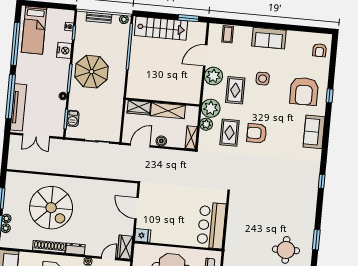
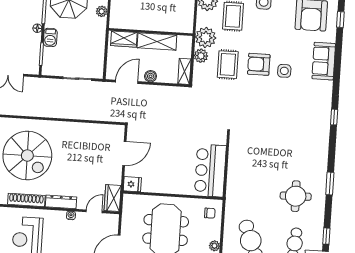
plant: (120, 83) -> (102, 11), added
barbecue: (73, 118) -> (50, 37), moved
side table: (279, 140) -> (284, 71), added
door: (136, 208) -> (124, 153), swing flipped
dresser: (75, 249) -> (61, 202), width x1.44

